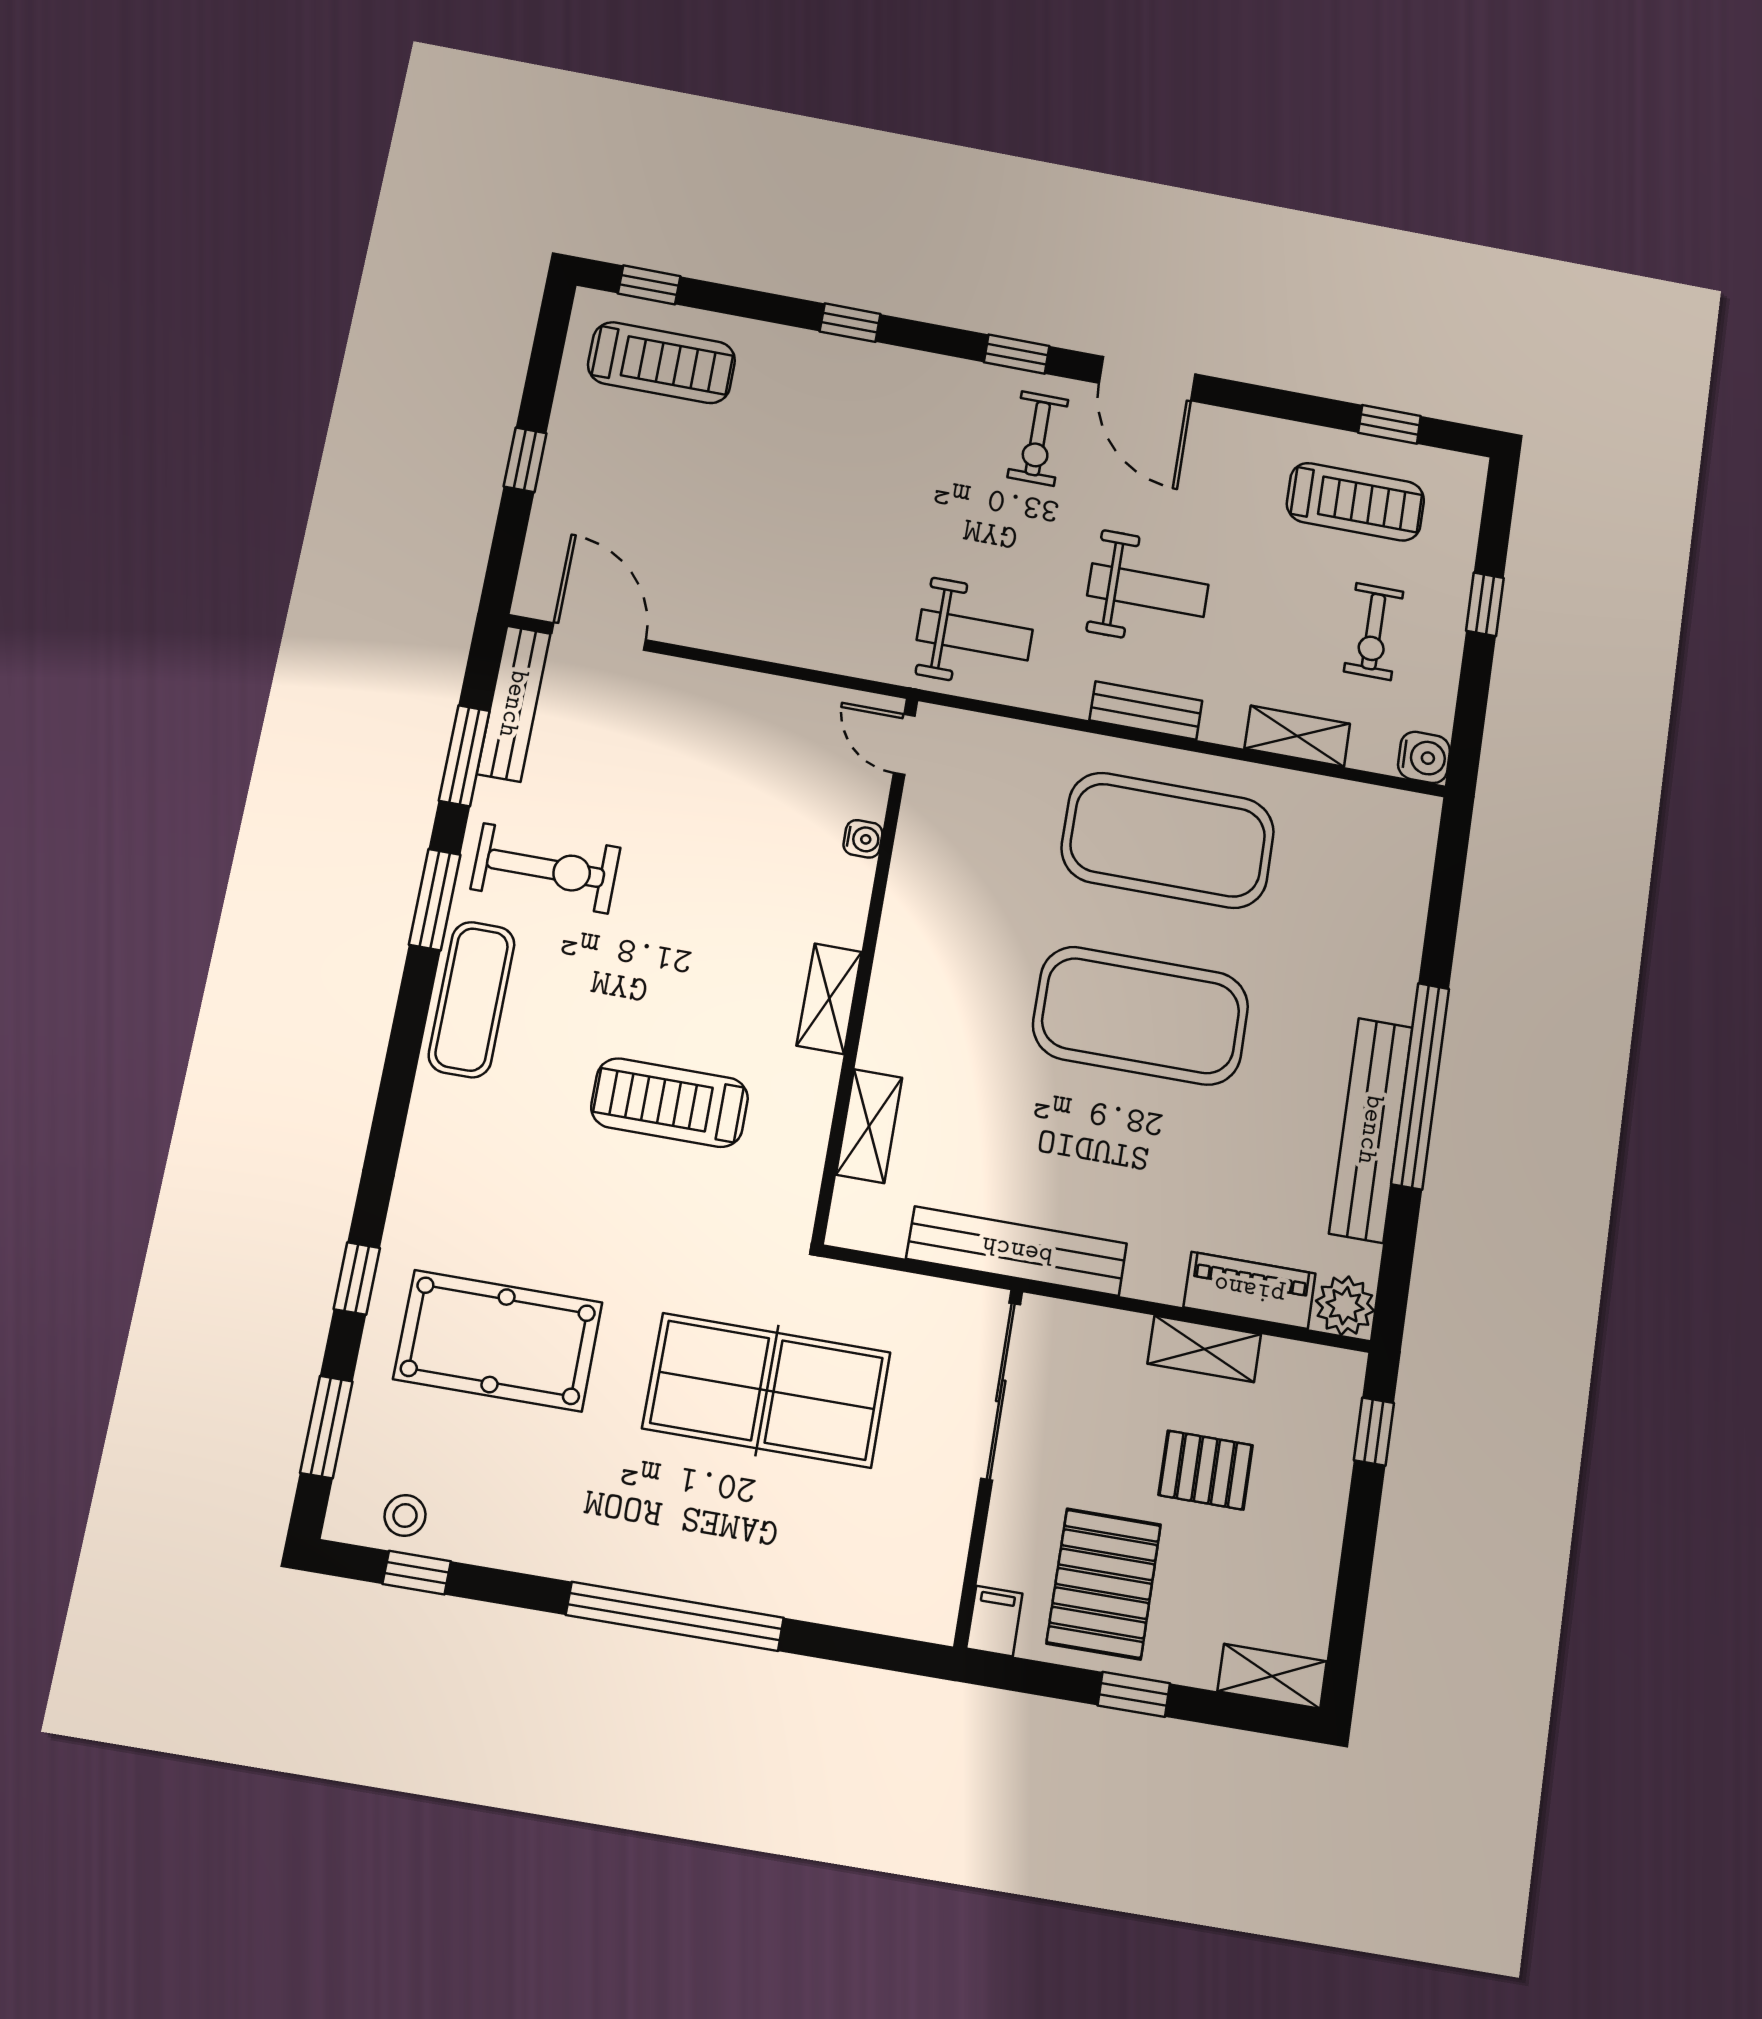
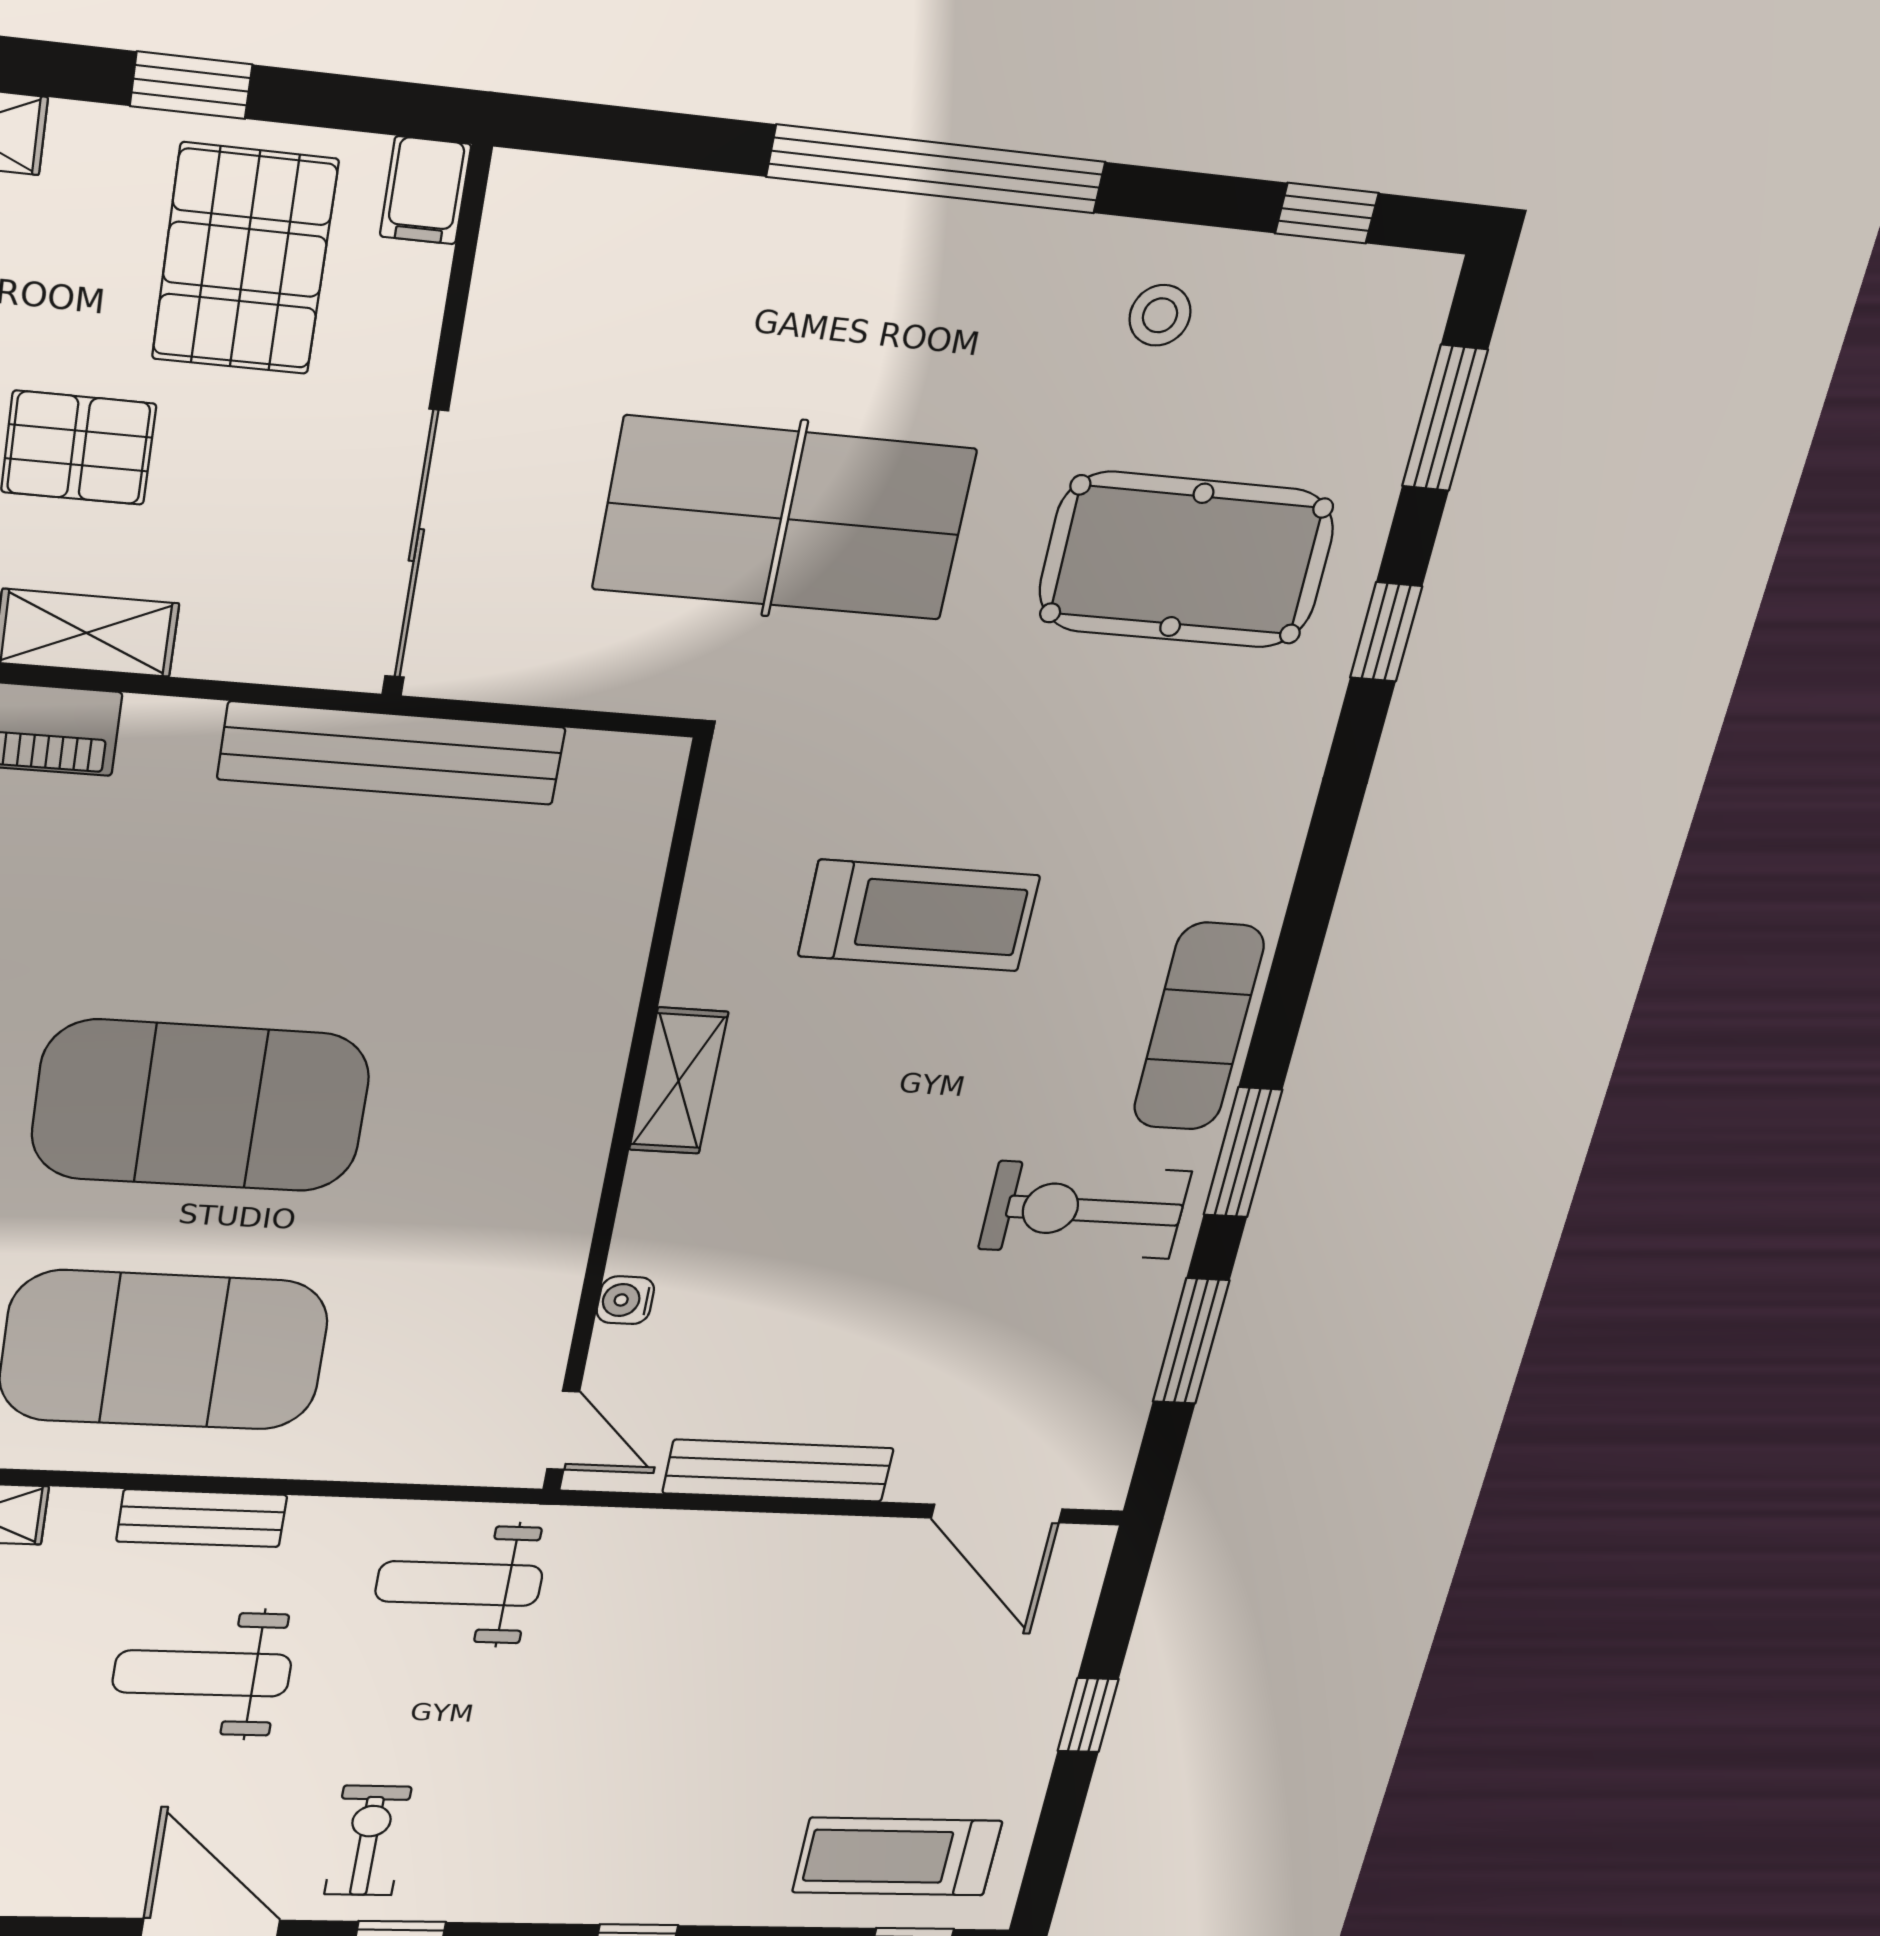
bench: (514, 704) -> (778, 1471), moved, turned 90
shelving: (869, 1126) -> (621, 911), removed
stool: (405, 1516) -> (1160, 315), moved

